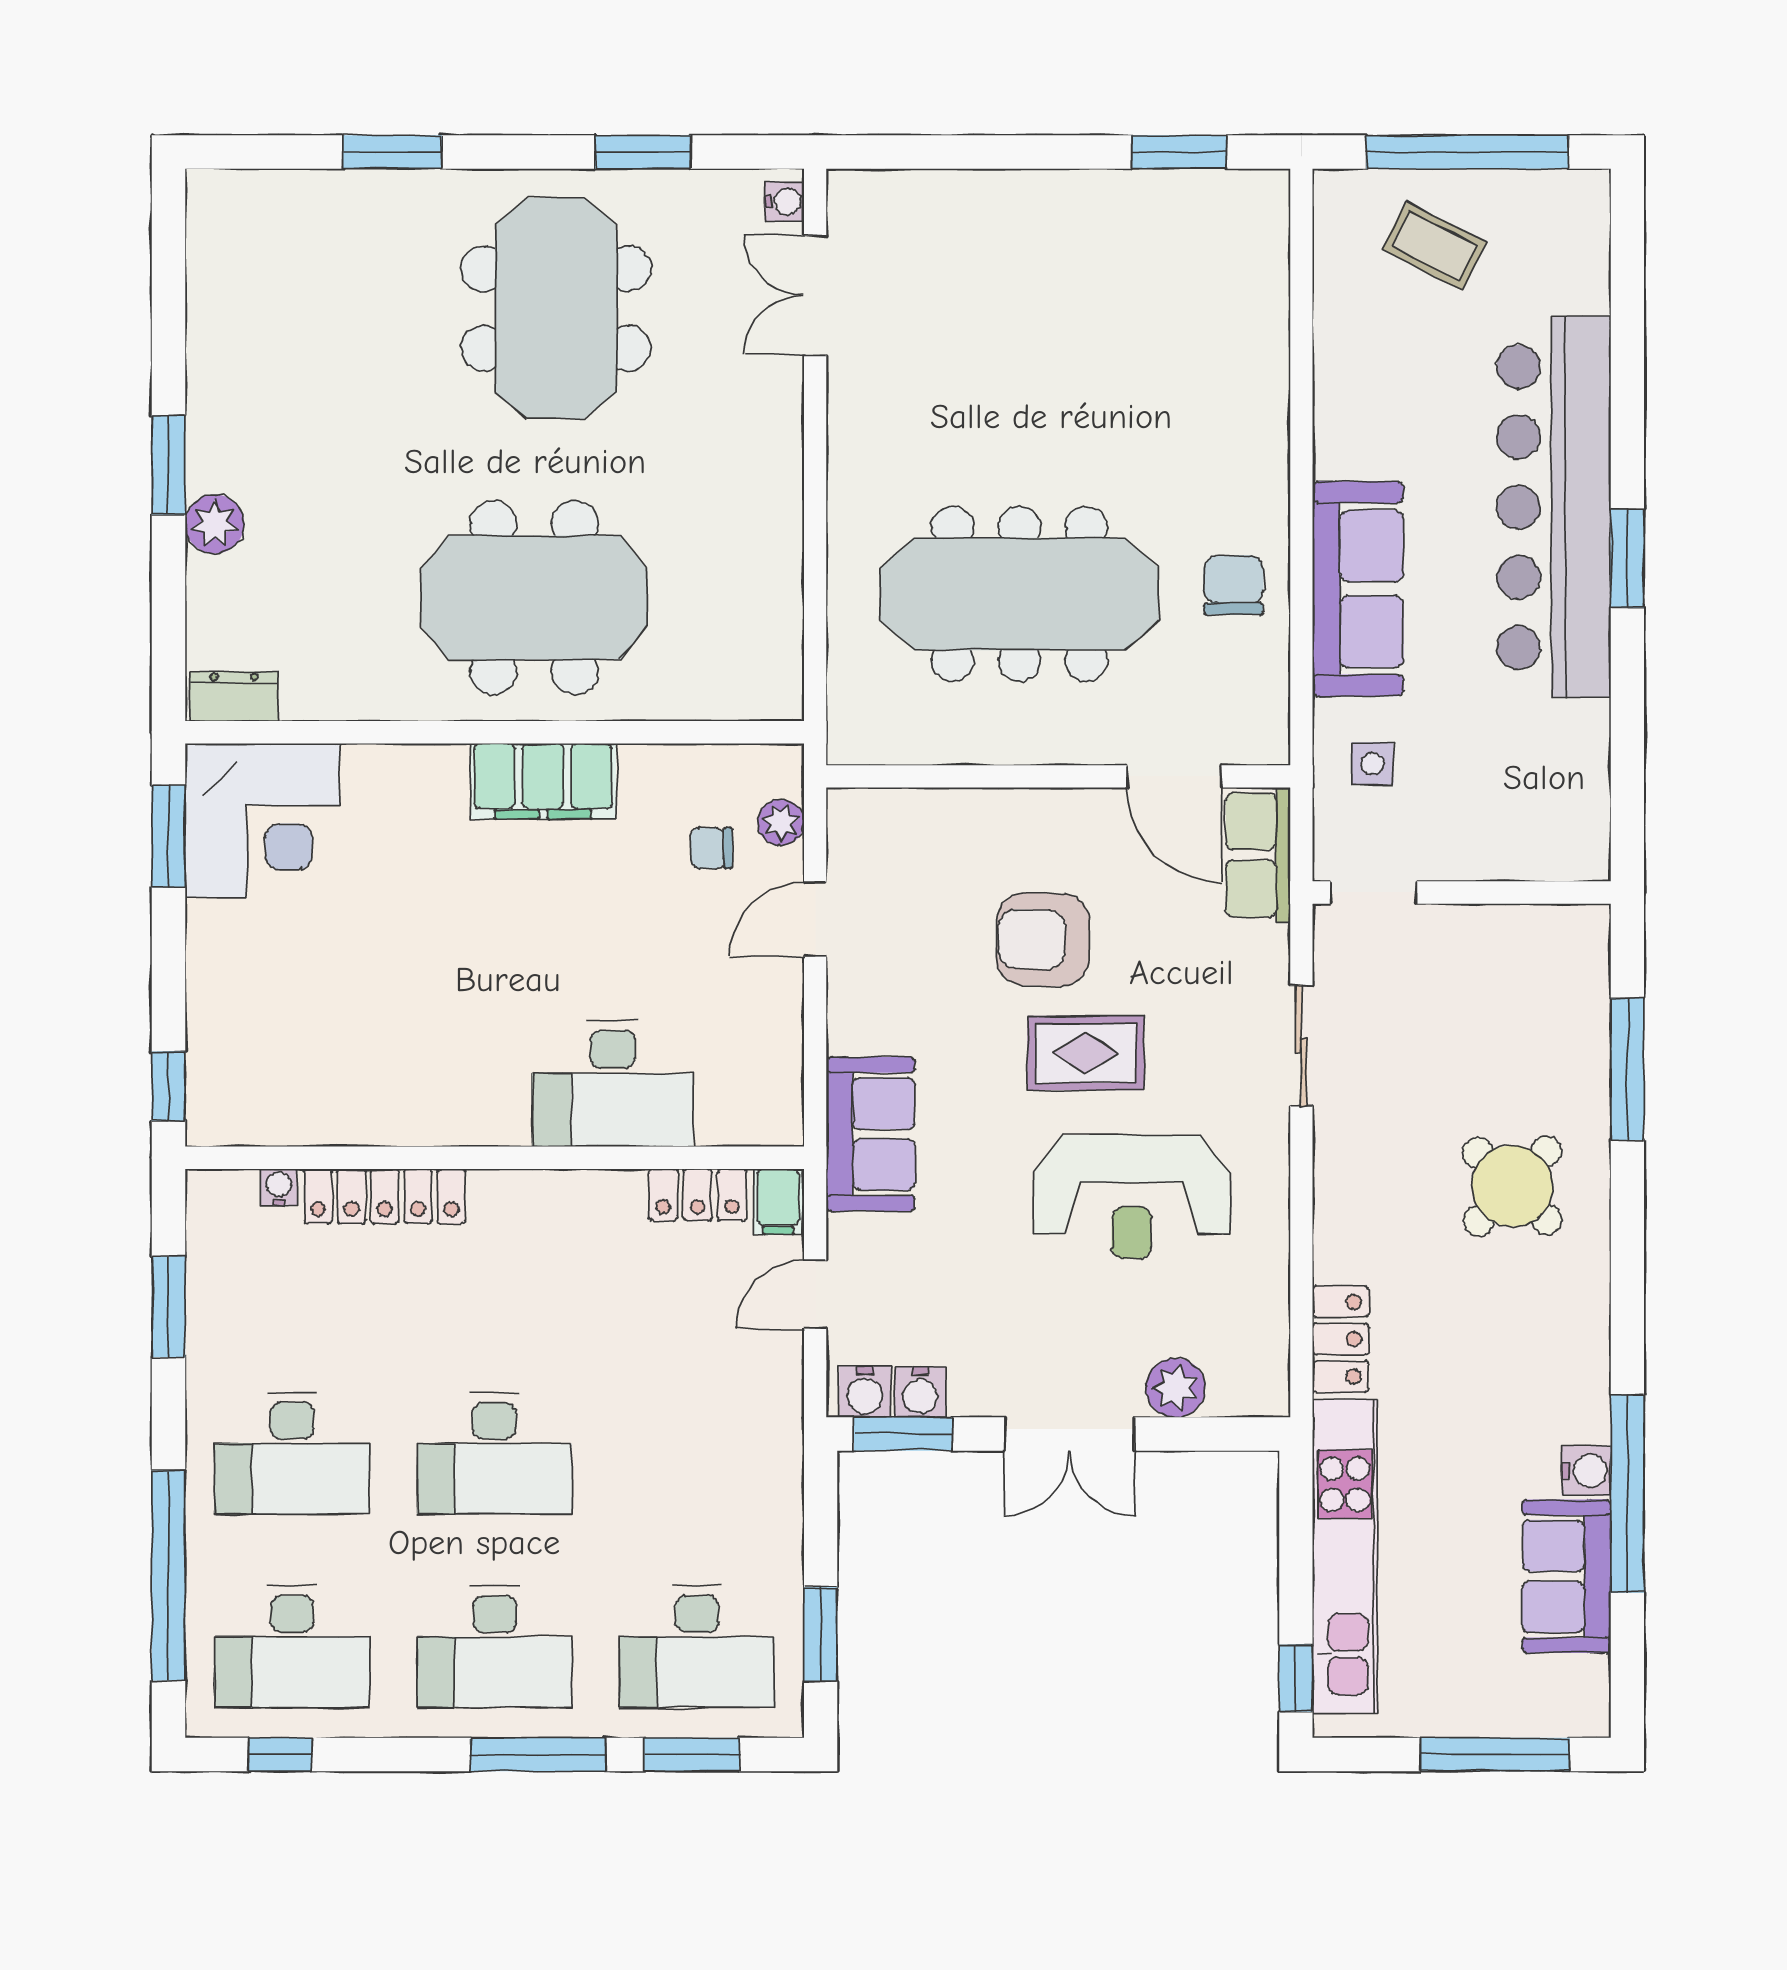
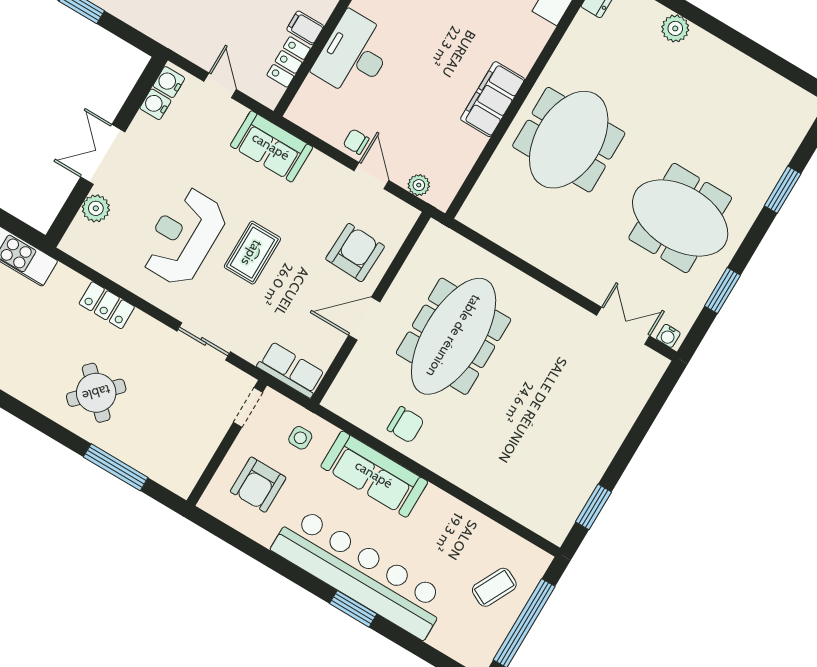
window: (169, 465) -> (710, 24), removed
window: (1627, 558) -> (353, 609), moved
door: (1174, 776) -> (364, 319), moved
armchair: (1504, 790) -> (258, 485), added
chair: (711, 848) -> (356, 142), moved, turned -90
armchair: (1043, 939) -> (355, 253), moved
filing cabinet: (778, 1202) -> (305, 28), moved
locker: (1341, 1339) -> (107, 305), moved
window: (903, 1434) -> (143, 87), removed

